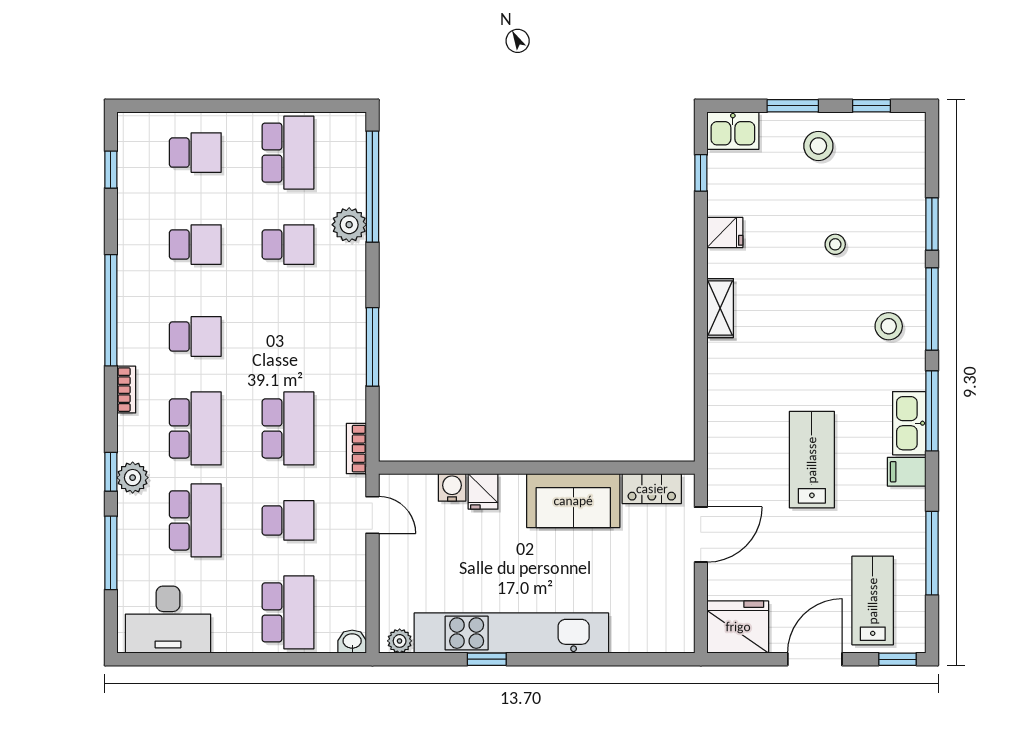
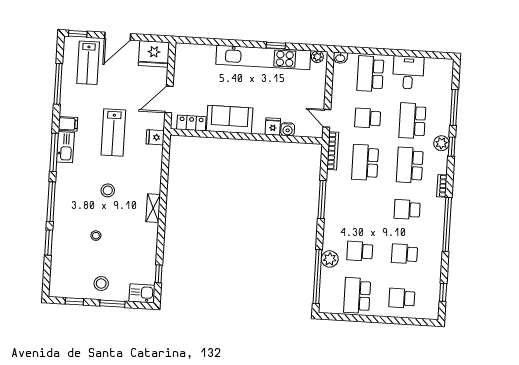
fridge: (725, 232) -> (155, 137), moved
stool: (889, 326) -> (108, 190), moved
bookcase: (356, 449) -> (333, 151), width x1.56
desk: (168, 620) -> (408, 73), moved, width x0.73

